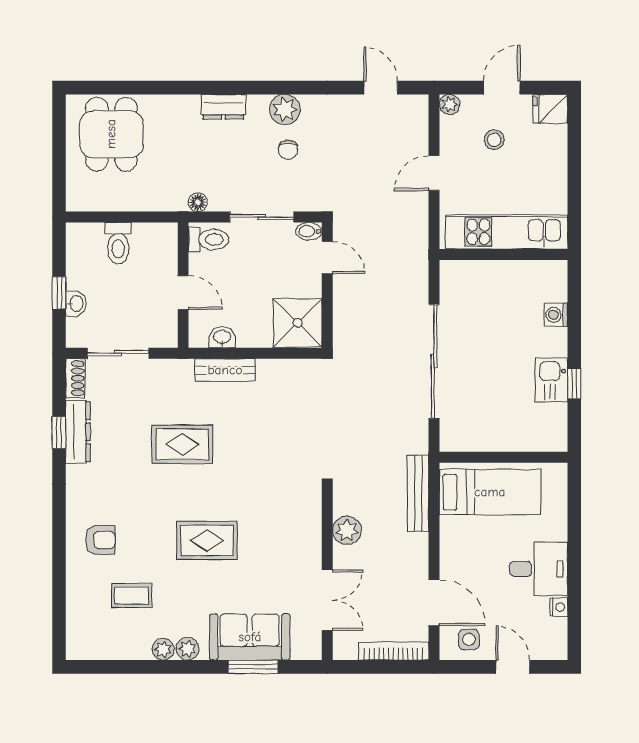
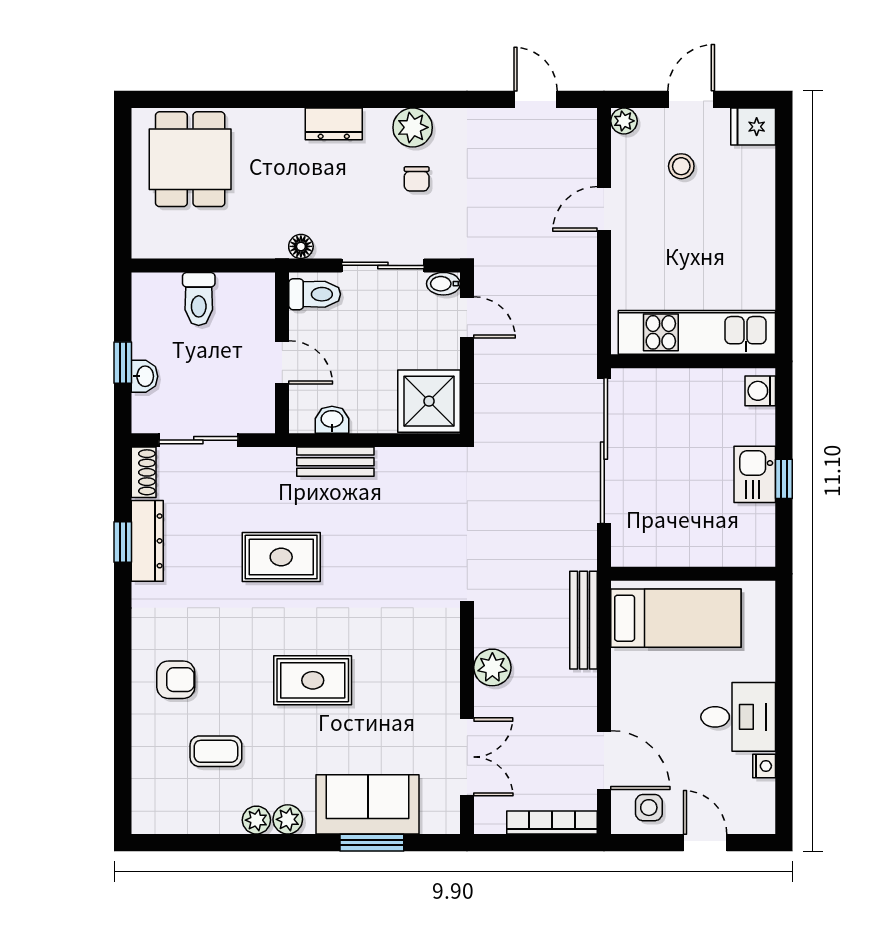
kitchen unit: (506, 232) -> (697, 332), moved
wall: (503, 254) -> (693, 361), moved

